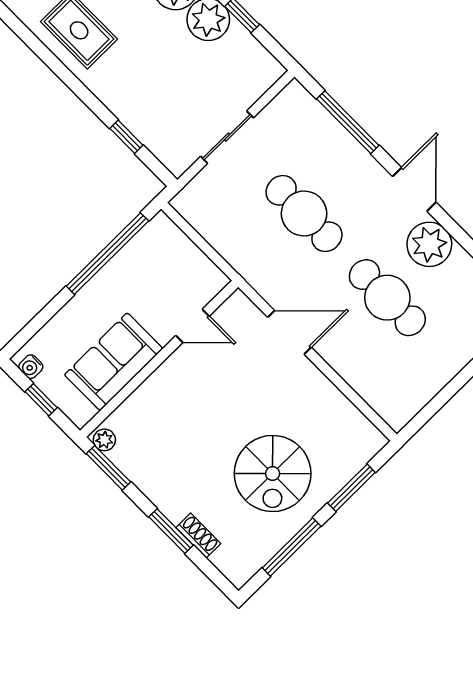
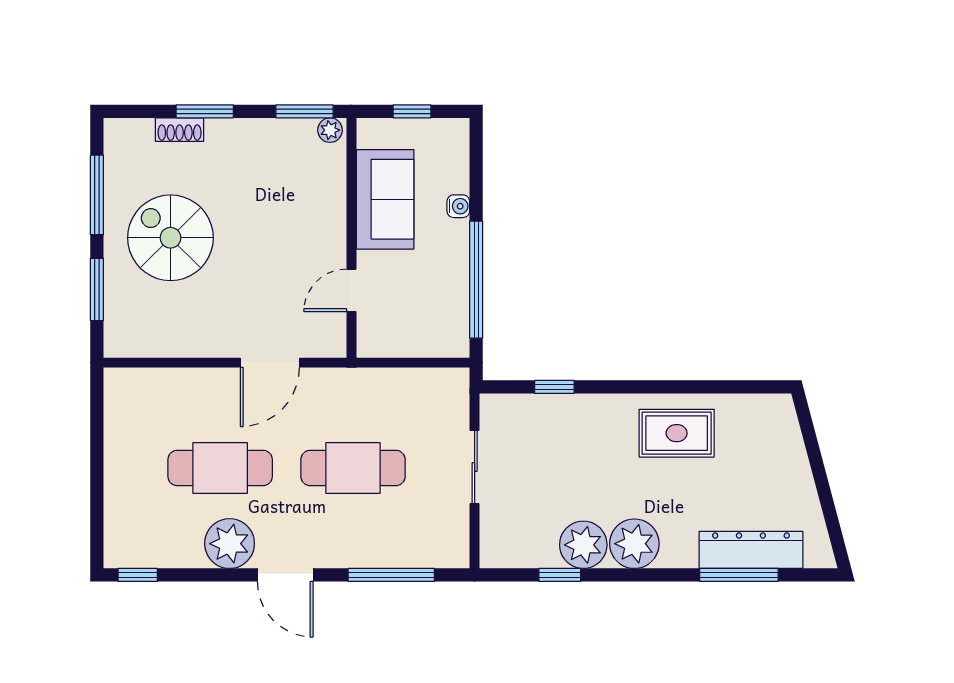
water cooler: (31, 367) -> (458, 206), moved, turned 90

